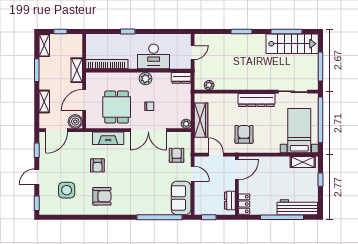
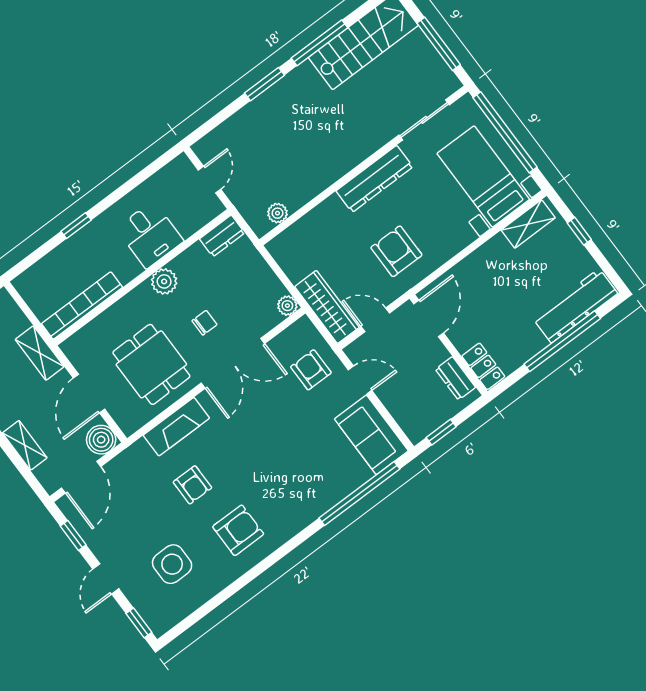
window: (287, 32) -> (319, 43), moved
desk: (154, 56) -> (150, 235), width x0.73
wardrobe: (201, 120) -> (327, 307), moved

